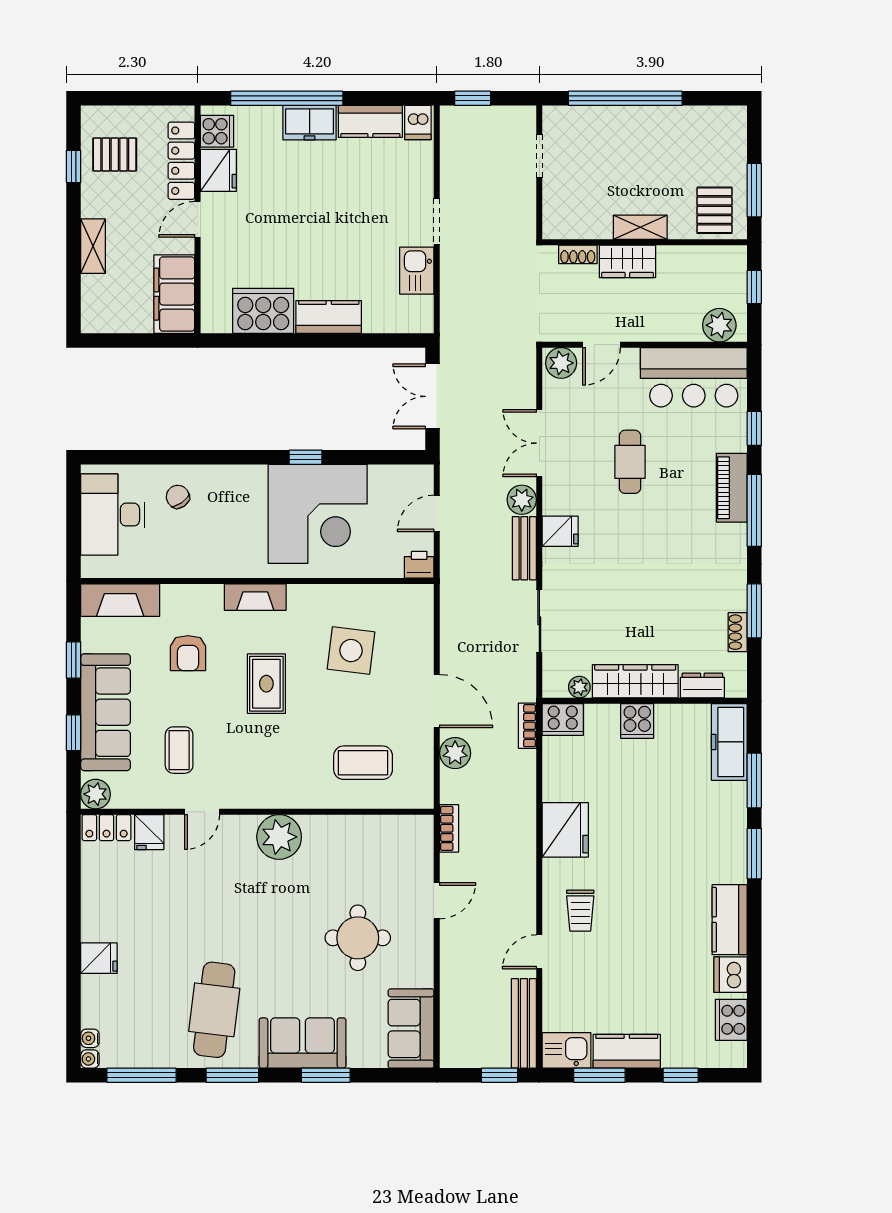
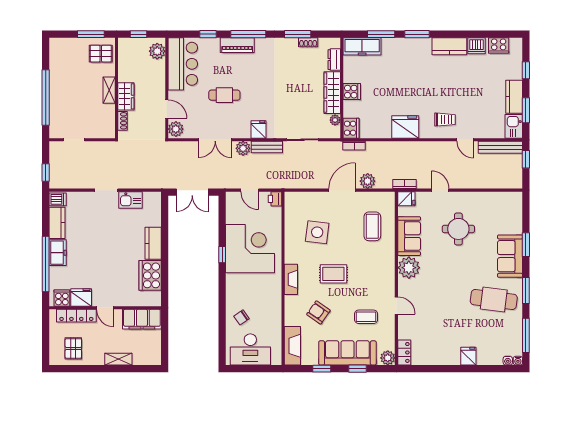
window: (74, 167) -> (79, 369), removed
armchair: (188, 653) -> (318, 312), turned -145
fridge: (149, 832) -> (406, 199), moved
sofa: (411, 1028) -> (409, 236), moved, turned -90

